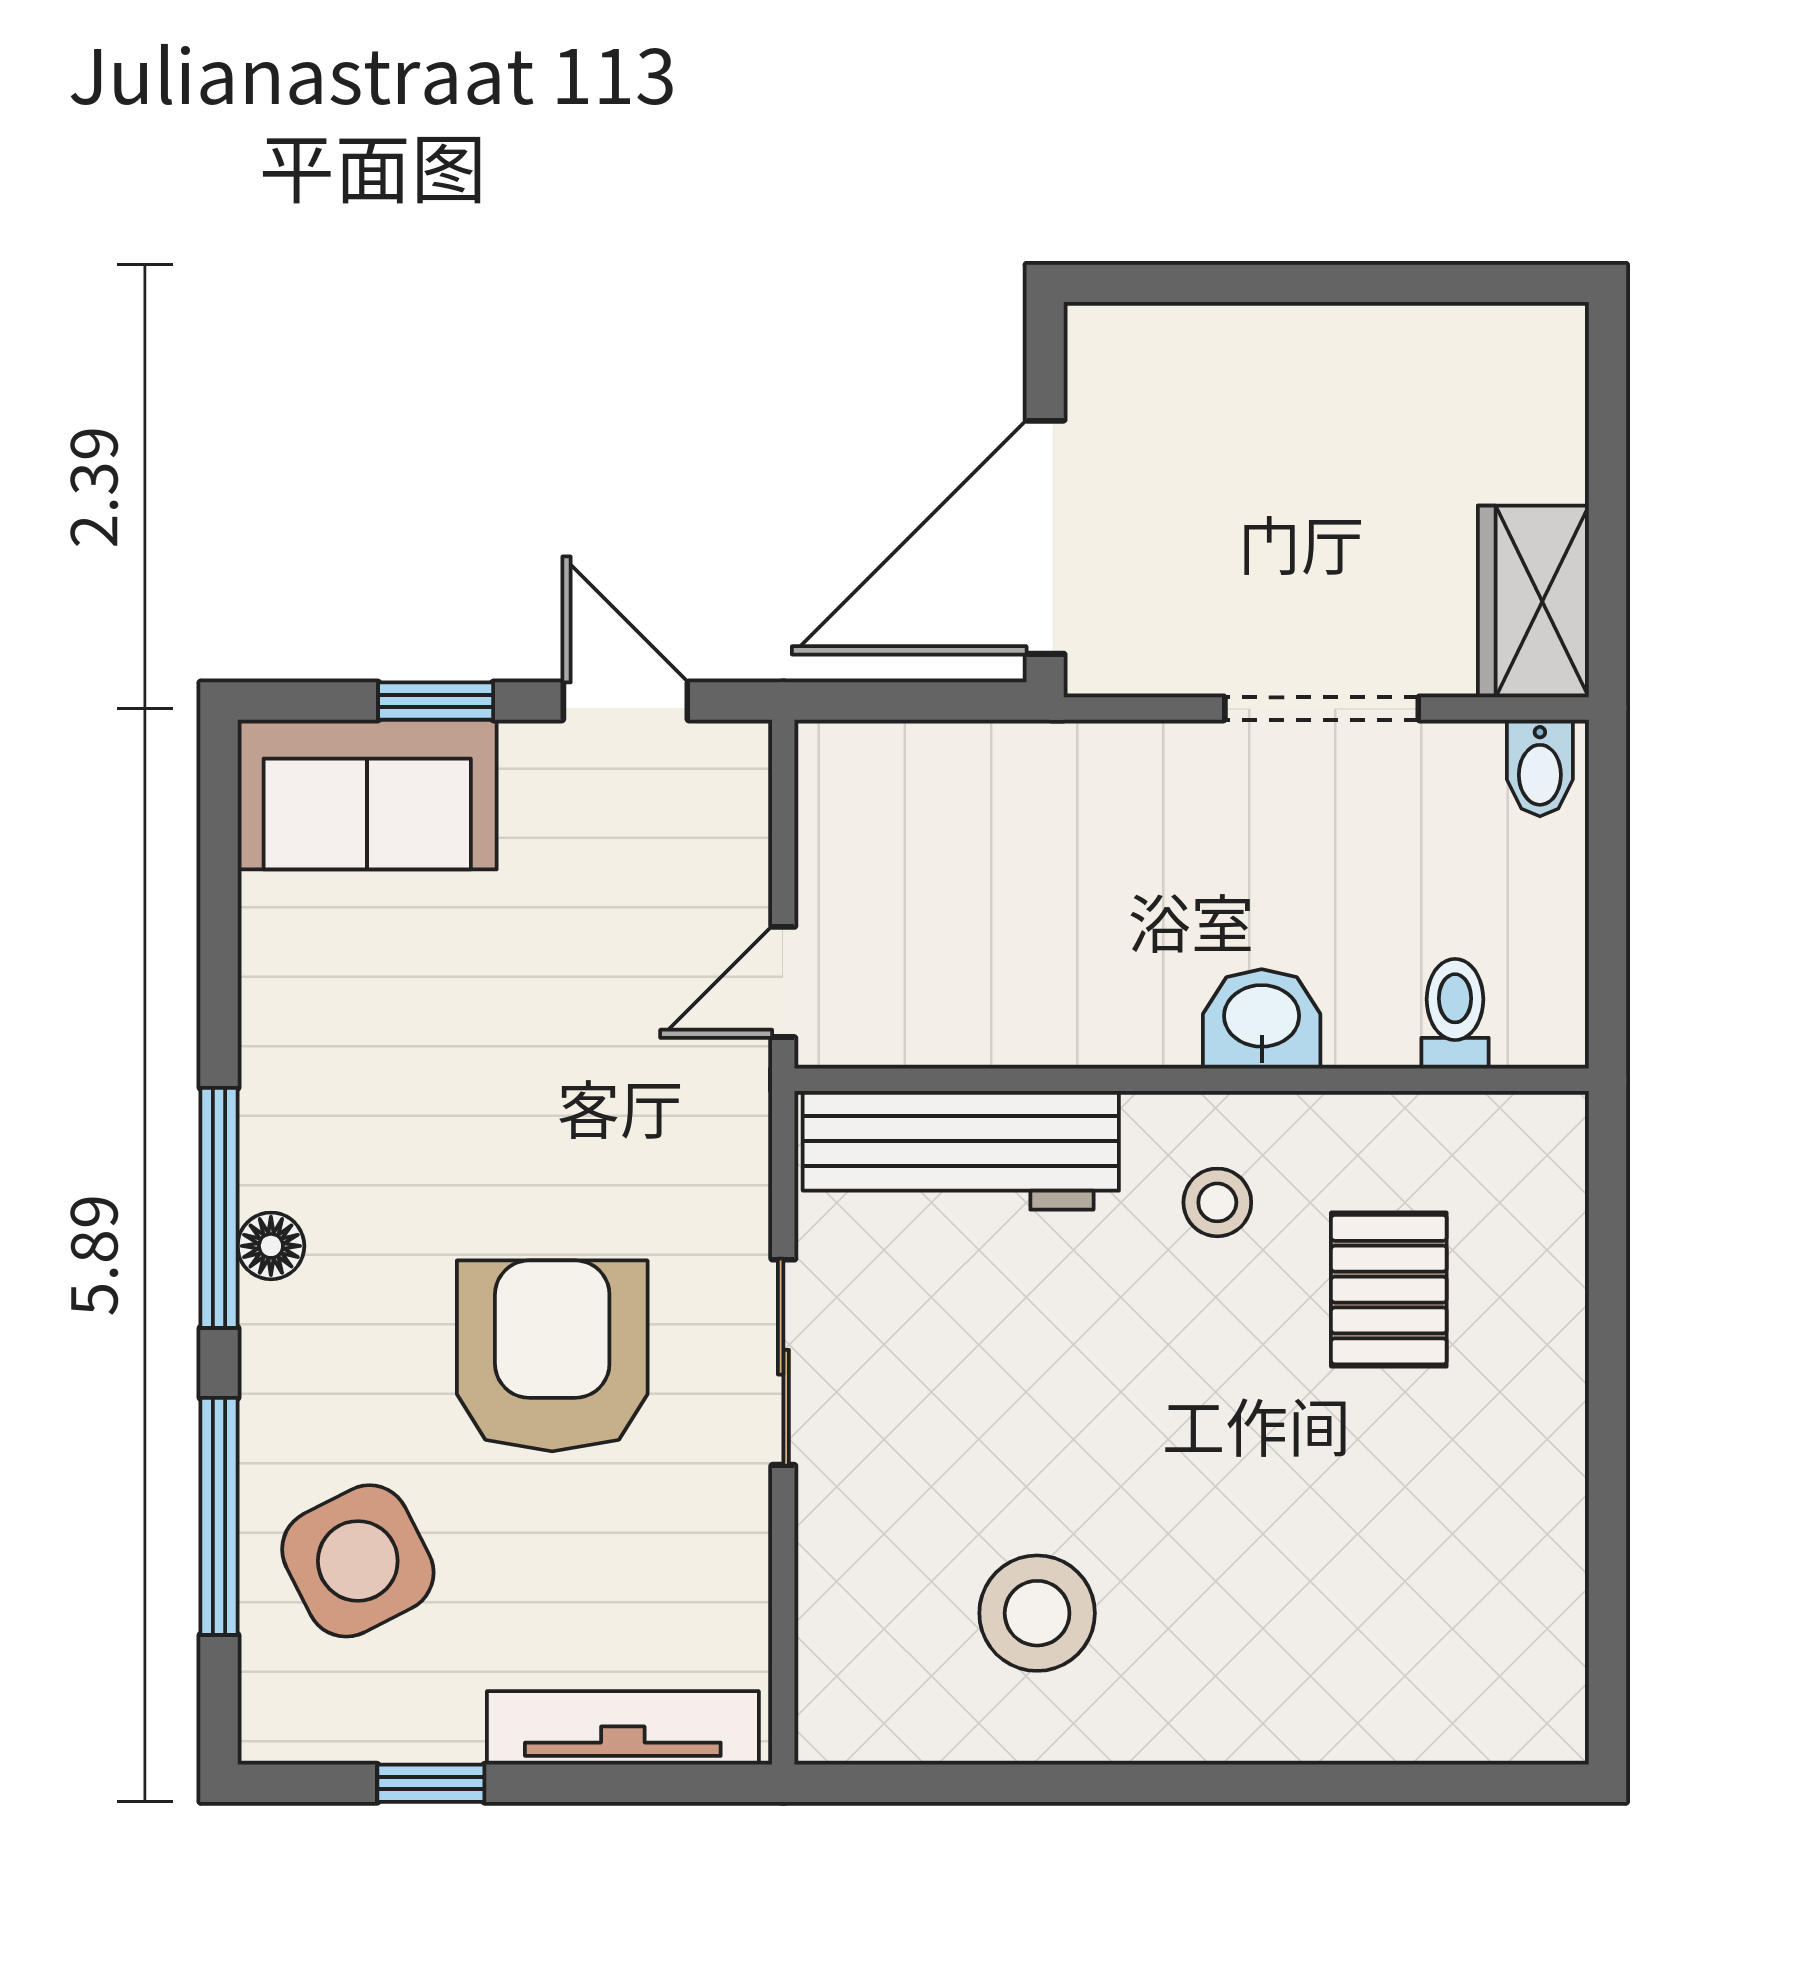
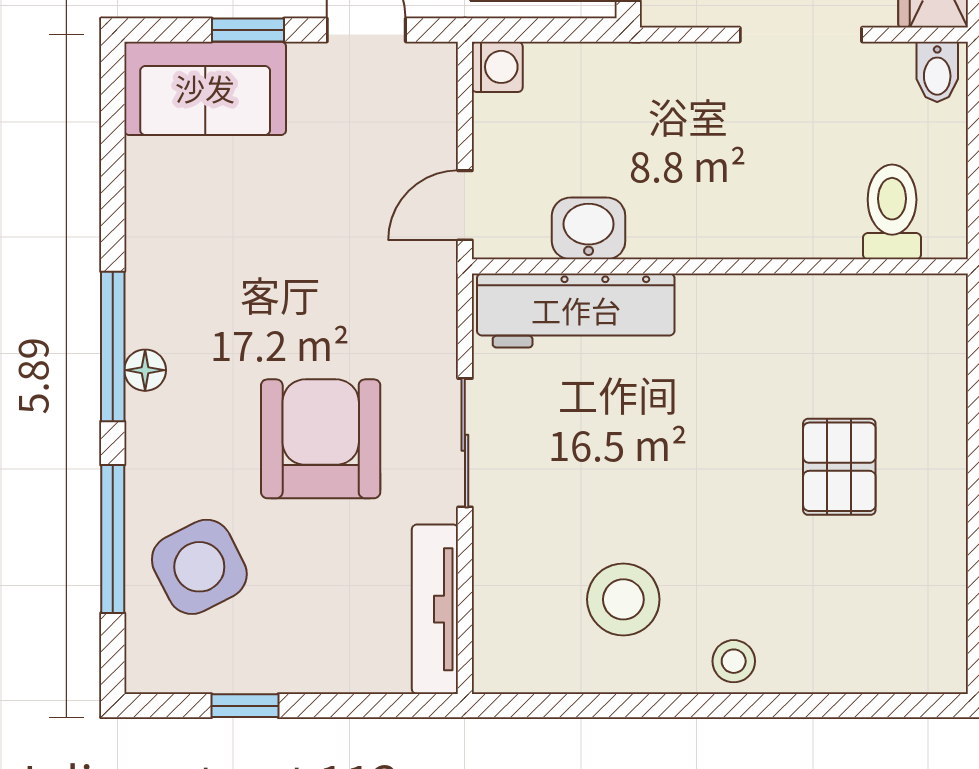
washing machine: (835, 760) -> (497, 67), added
toilet: (1455, 1014) -> (892, 212), width x1.37, depth x1.39
washbasin: (1262, 1019) -> (589, 228), moved
stool: (1217, 1202) -> (734, 661), moved
pallet: (1389, 1290) -> (839, 467), moved
tv unit: (623, 1728) -> (435, 609), moved, turned -90

